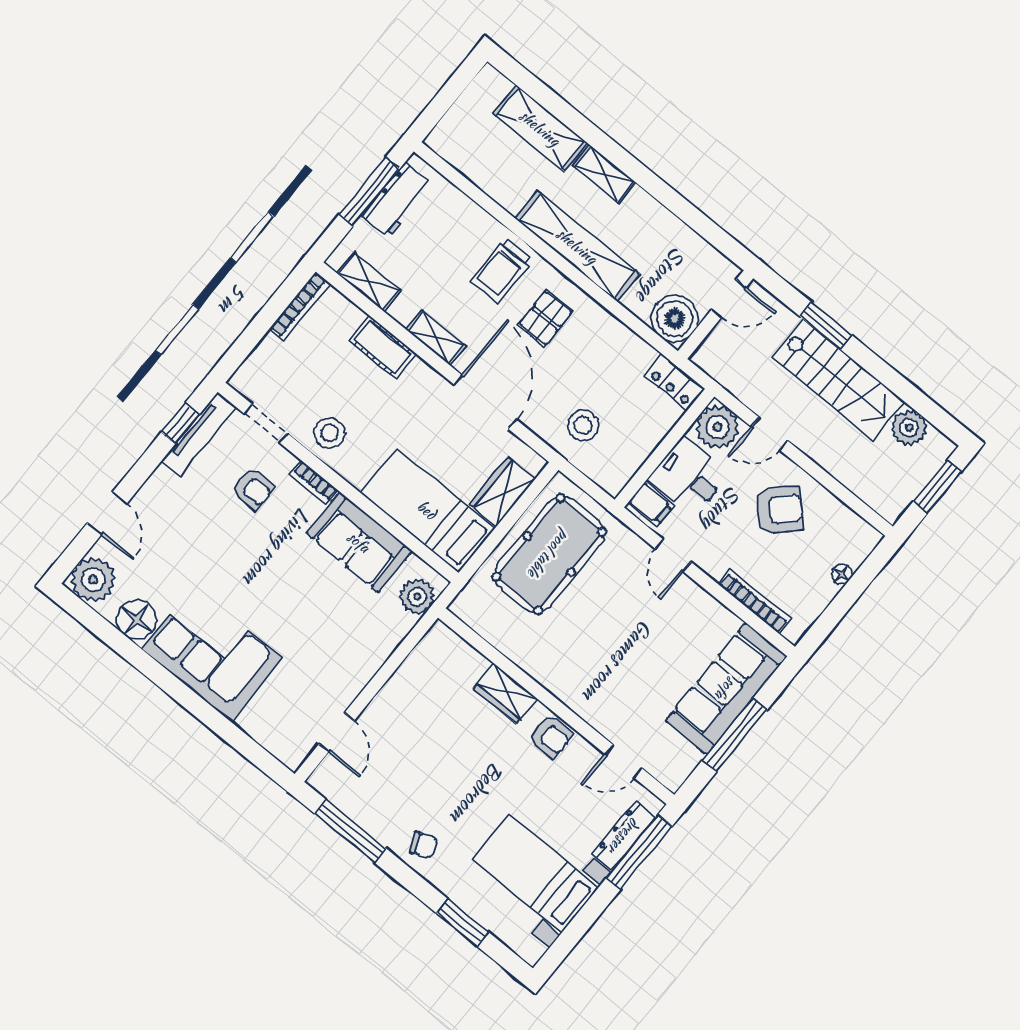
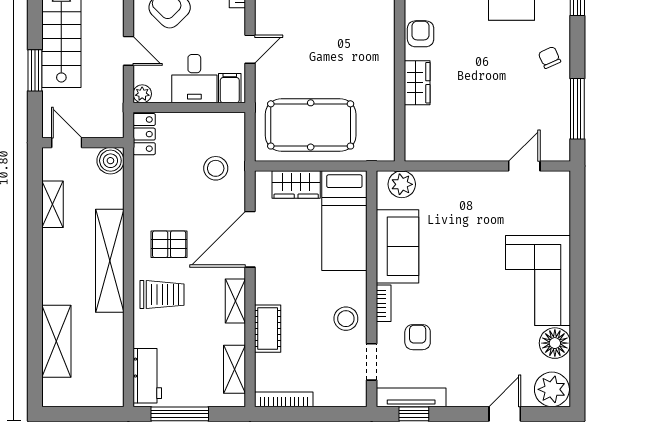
shelving: (604, 174) -> (53, 204), moved
workbench: (397, 201) -> (147, 376), moved, turned 90
boiler: (675, 319) -> (110, 161), width x0.73, depth x0.73
plant: (717, 427) -> (142, 94), width x0.53, depth x0.53

